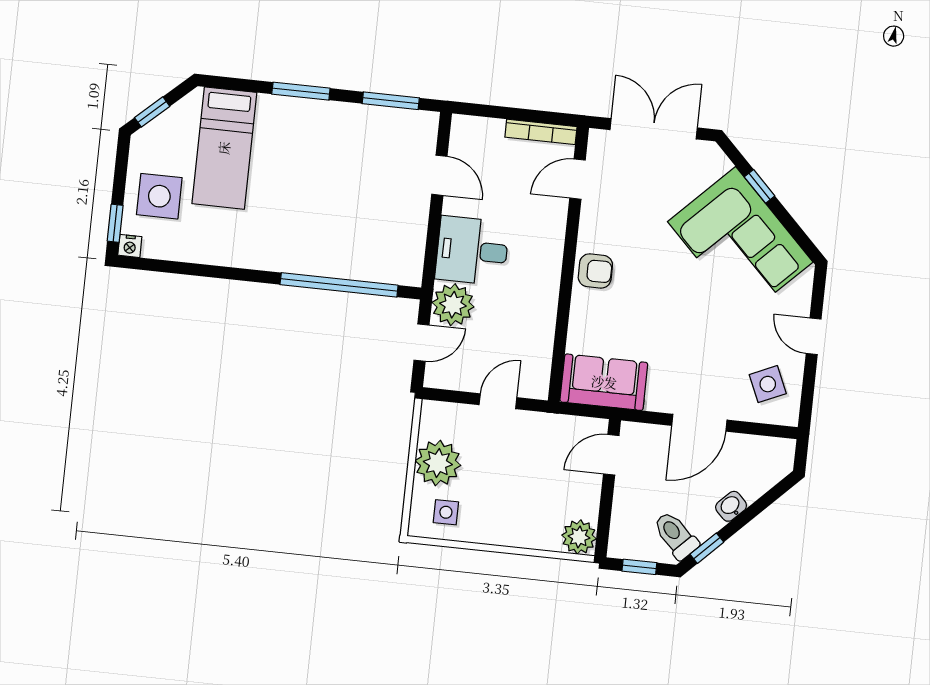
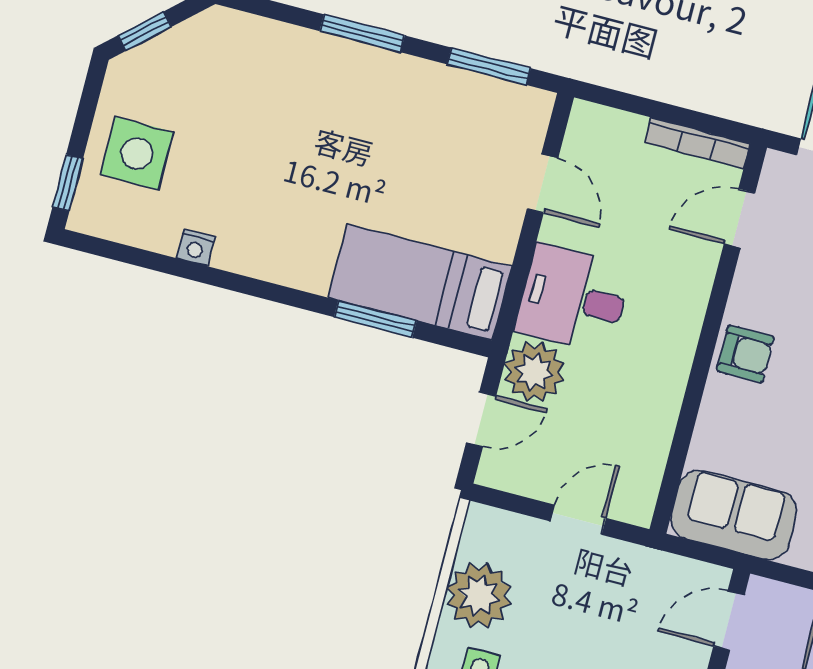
bed: (224, 148) -> (420, 282), moved, turned 90
nightstand: (130, 246) -> (195, 247), moved
window: (339, 285) -> (375, 319), width x0.47

